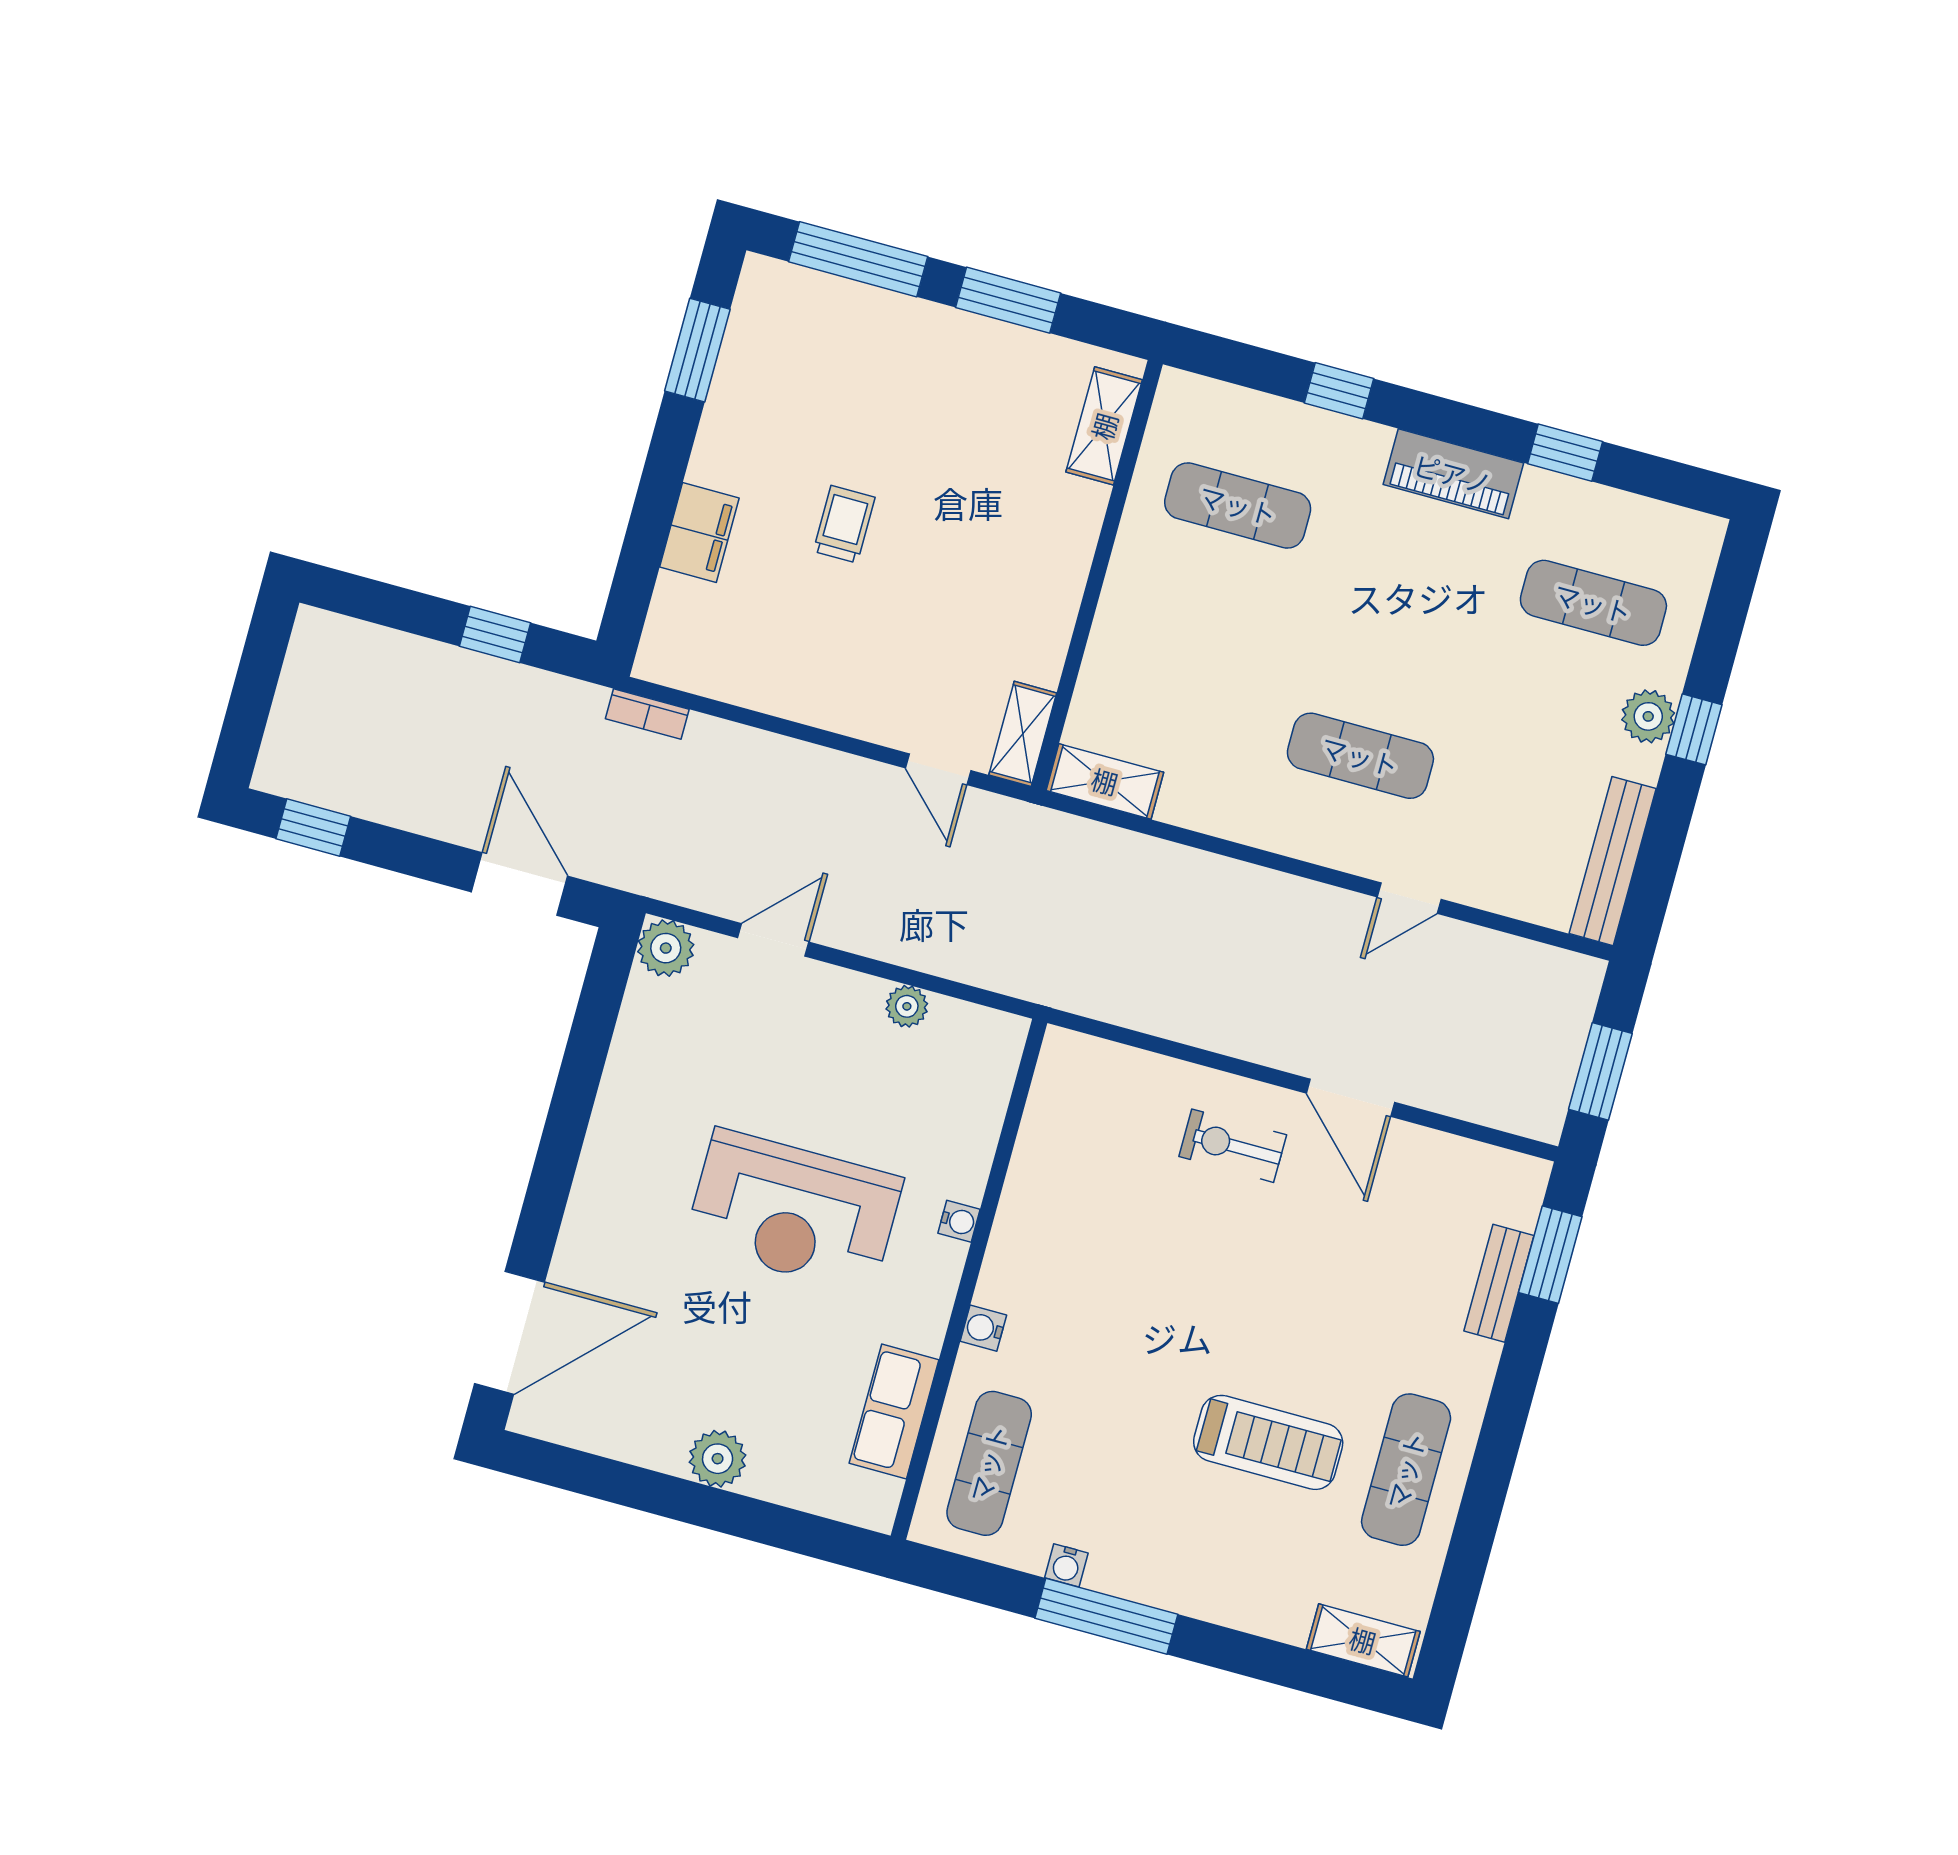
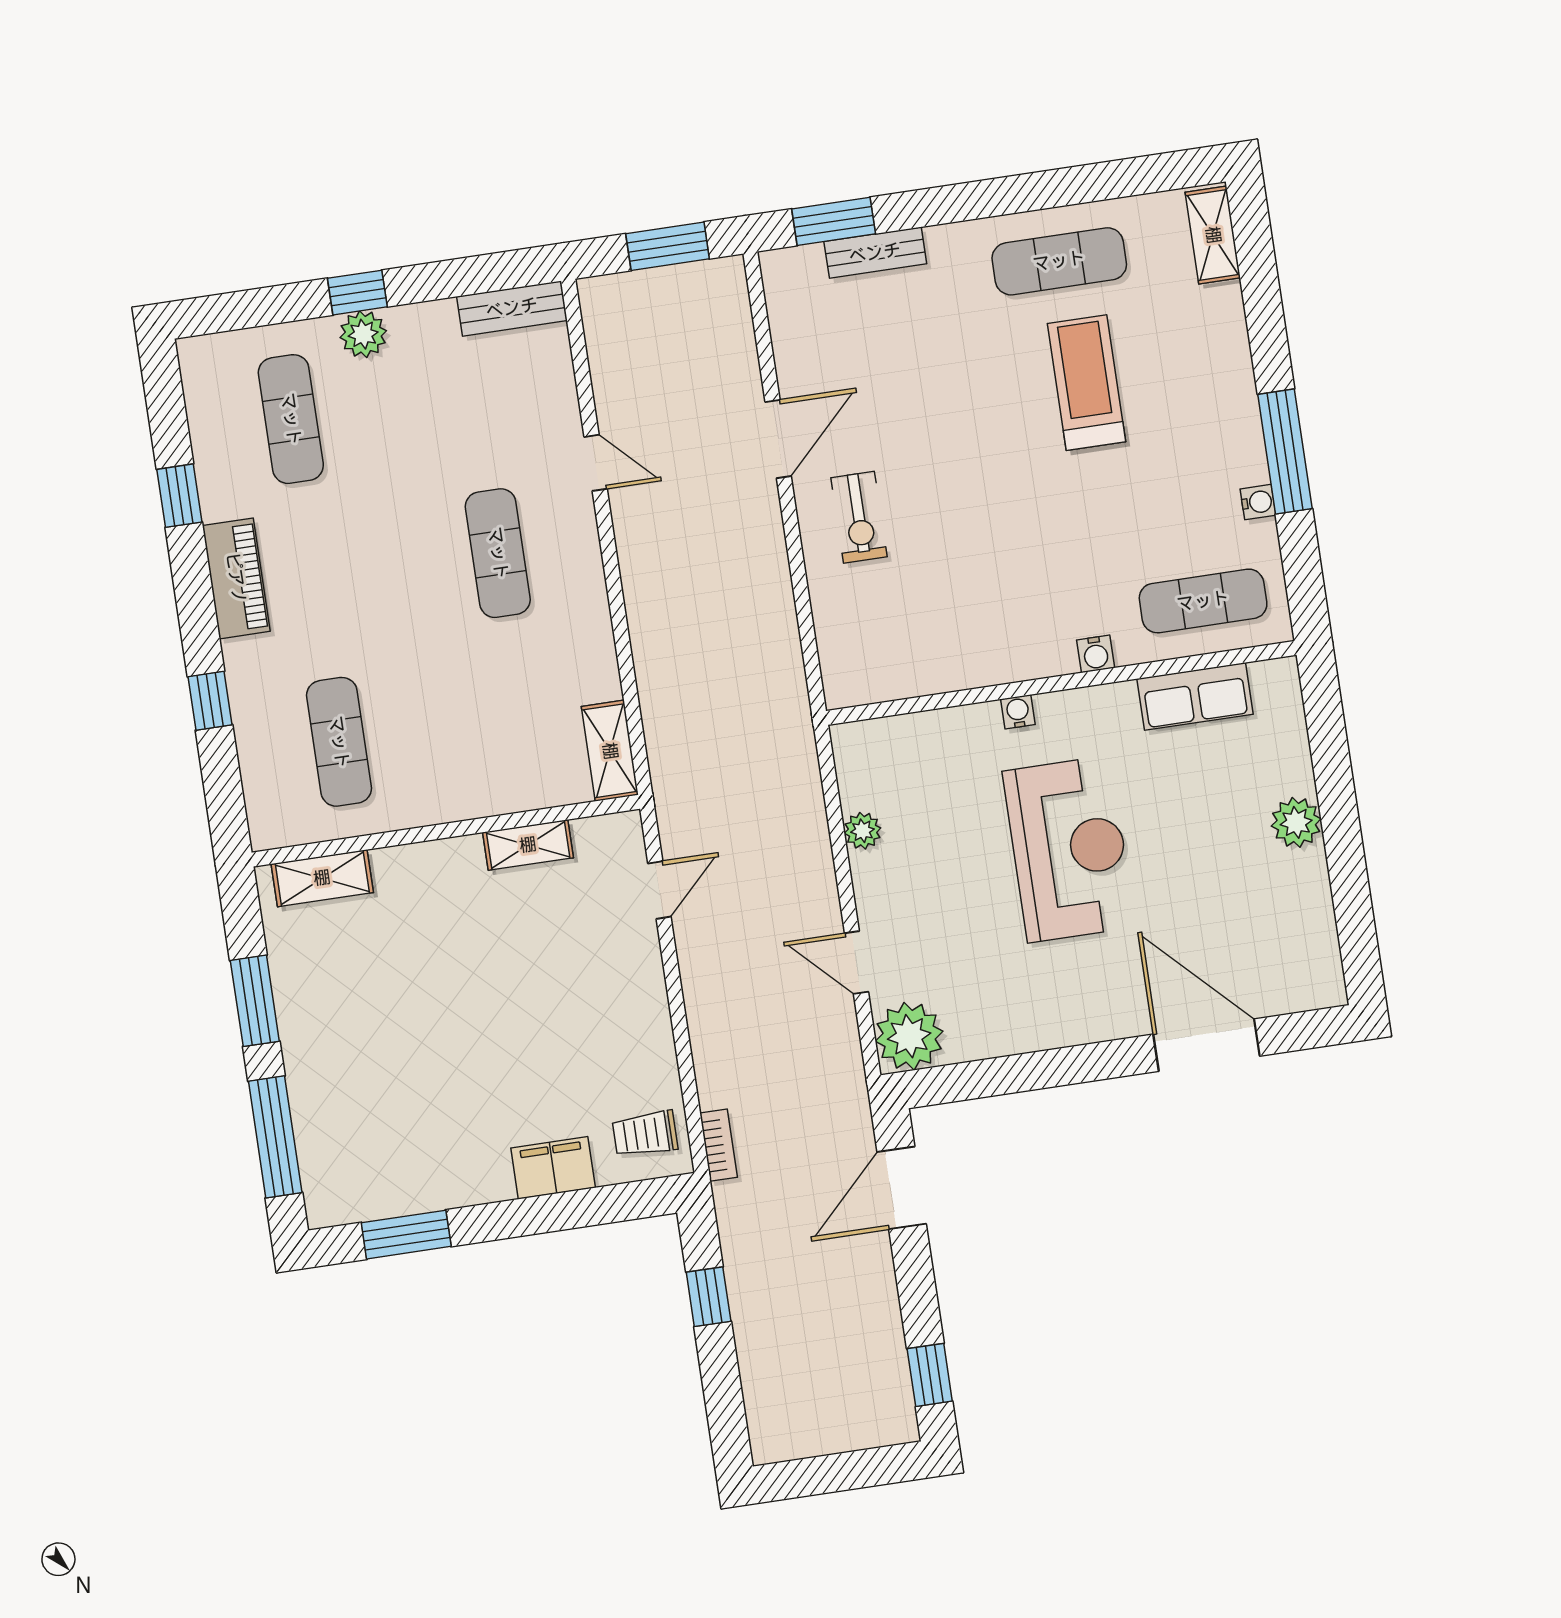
trolley: (844, 524) -> (645, 1134), moved
shelving: (1023, 734) -> (528, 845), moved
bench: (1613, 861) -> (512, 308), width x0.73
plant: (666, 948) -> (909, 1036), width x1.36, depth x1.36
door: (509, 1333) -> (1206, 1045), moved

